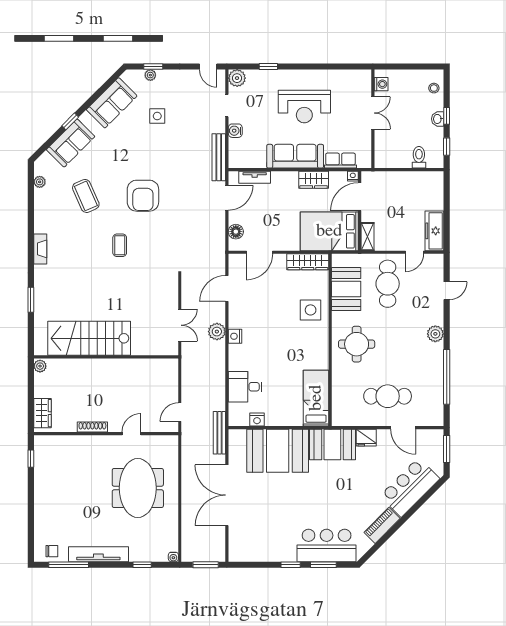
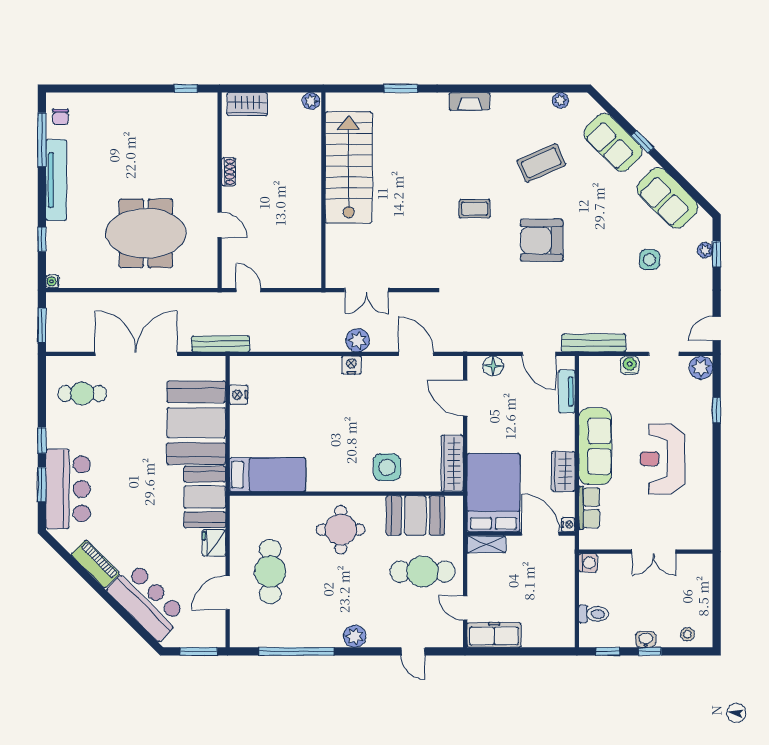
washing machine: (381, 84) -> (588, 563), moved, turned -90
desk: (245, 387) -> (283, 379), removed
shoe rack: (92, 427) -> (228, 172), width x0.70
cafe table: (256, 535) -> (82, 394), added

